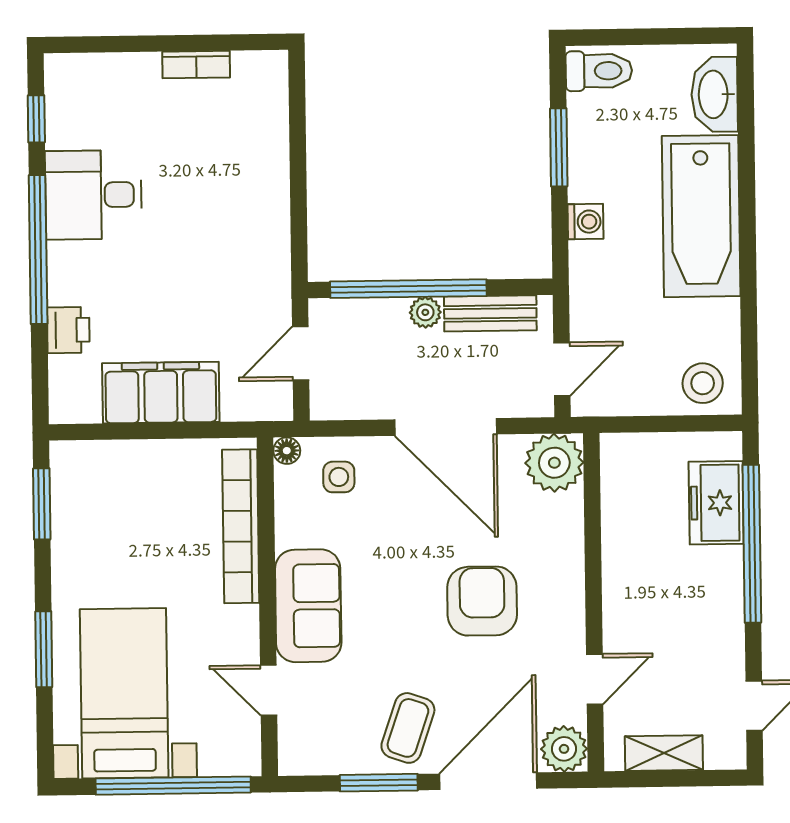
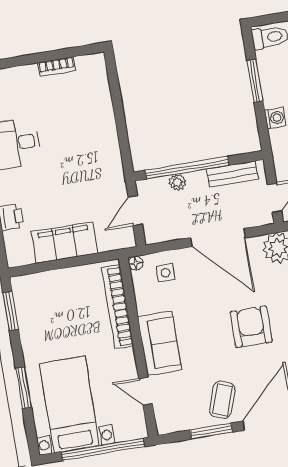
plant: (425, 312) -> (177, 182), moved

